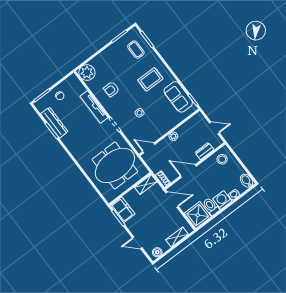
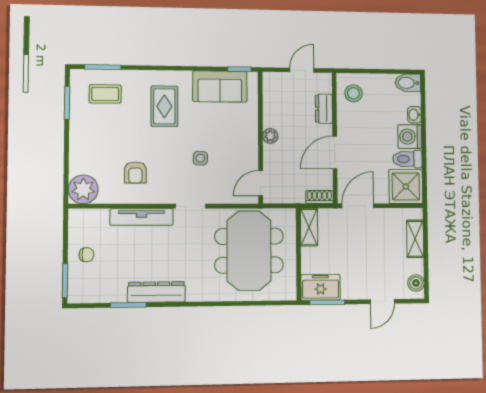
dresser: (54, 123) -> (156, 292), moved

